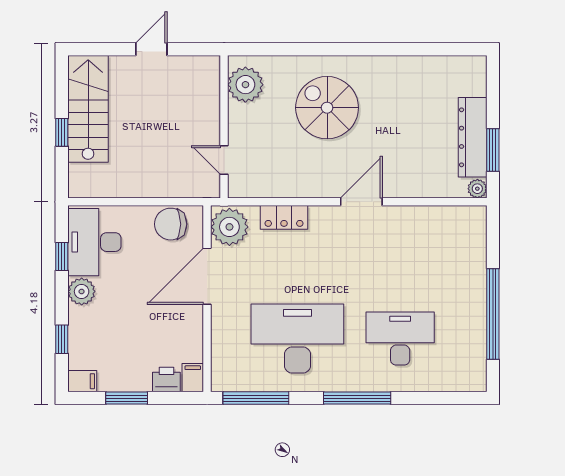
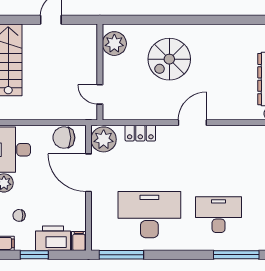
spiral stairs: (327, 108) -> (169, 59), turned -90
door: (207, 276) -> (88, 173), hinge flipped
chair: (104, 340) -> (19, 215), added
printer: (166, 380) -> (53, 238), width x1.87, depth x1.48
window: (357, 398) -> (236, 255), moved

